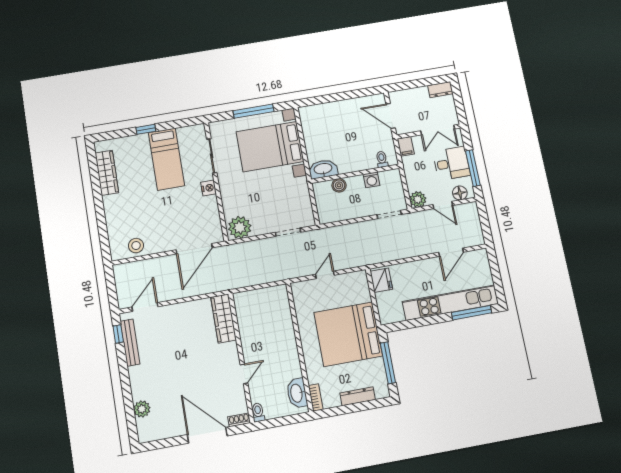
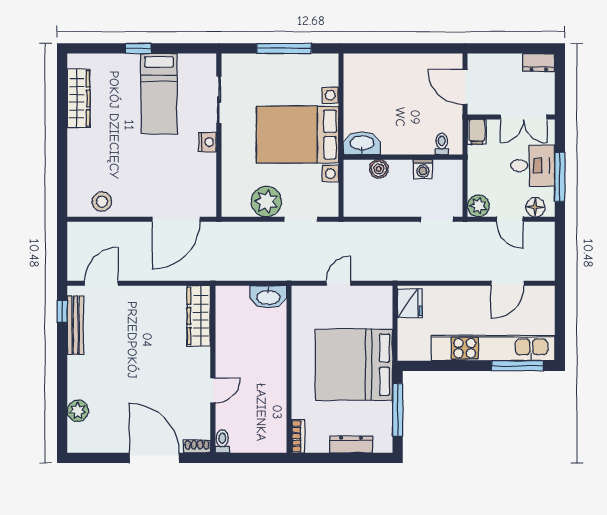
bed with nightstands: (270, 147) -> (297, 134), moved
plant: (240, 227) -> (266, 202), moved
washbasin: (297, 393) -> (268, 297), moved, turned -90

